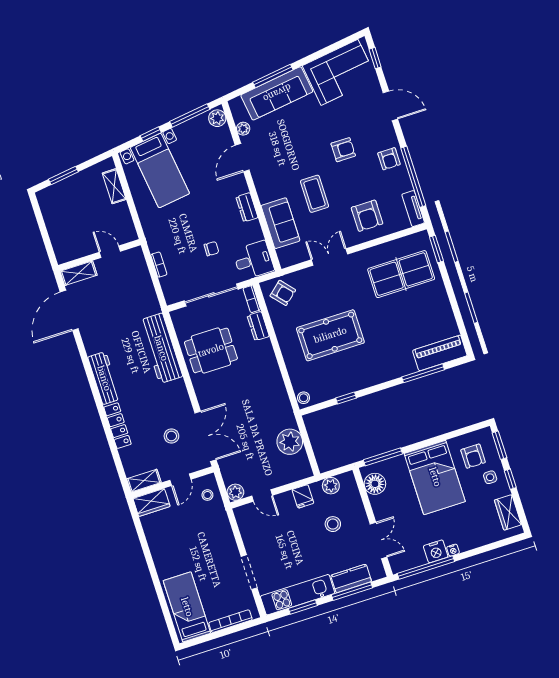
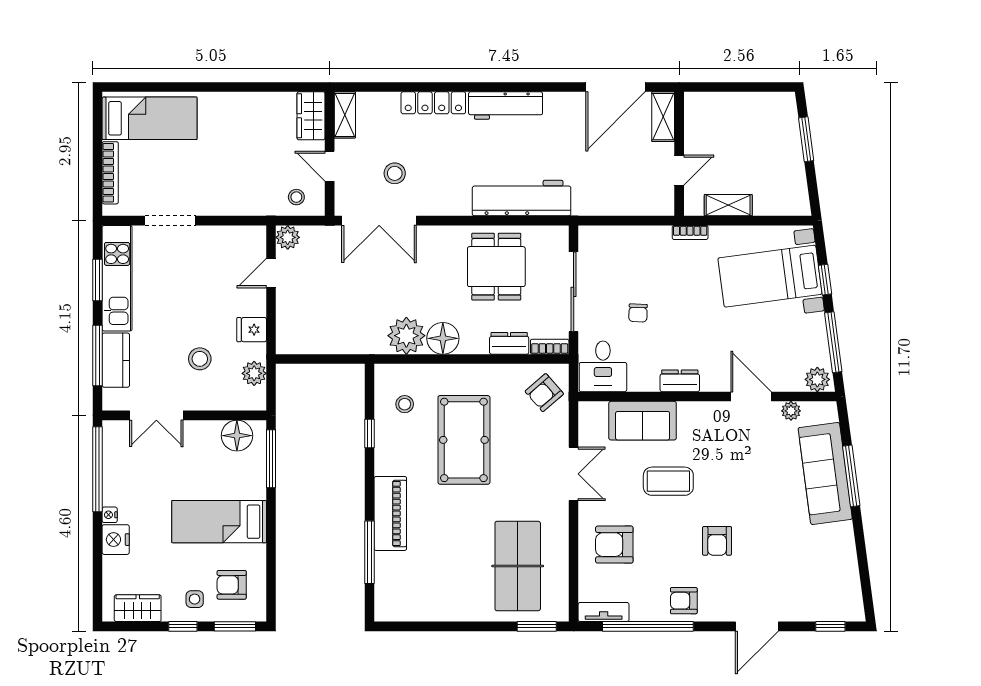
corner sofa: (340, 72) -> (827, 570), removed
shelving: (114, 186) -> (728, 205), moved
bookcase: (159, 265) -> (690, 232), moved
door: (69, 310) -> (616, 87), swing flipped
piano: (440, 353) -> (390, 513), moved
floor lamp: (269, 370) -> (443, 338), added
stool: (304, 398) -> (405, 404), moved
plant: (290, 442) -> (406, 336), moved
bed: (435, 477) -> (219, 522), width x0.67
nightstand: (436, 551) -> (116, 540), moved

